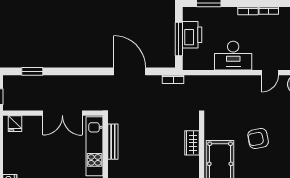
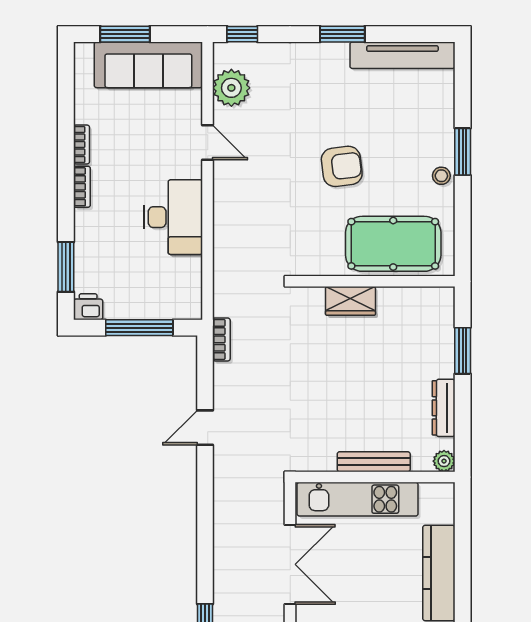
printer: (192, 35) -> (88, 307), moved, width x0.53, depth x0.68
door: (130, 71) -> (205, 428), width x0.53
armchair: (258, 139) -> (342, 166), turned -86
bench: (113, 142) -> (374, 462), moved

